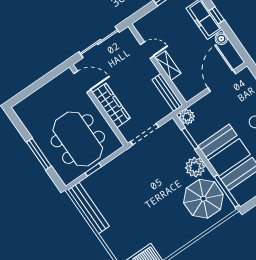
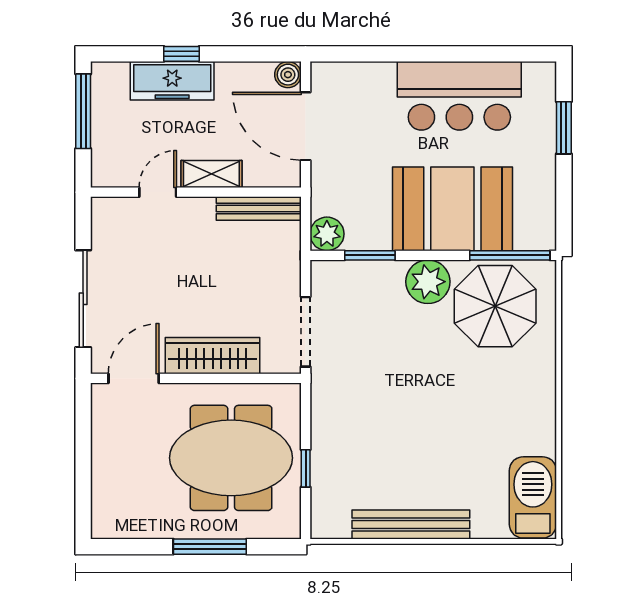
boiler: (221, 39) -> (288, 75), moved
door: (147, 50) -> (158, 192), moved
wall: (157, 64) -> (196, 192), moved
shelving: (168, 66) -> (211, 174), moved
bench: (167, 92) -> (259, 209), moved
bench: (89, 208) -> (411, 525), moved

